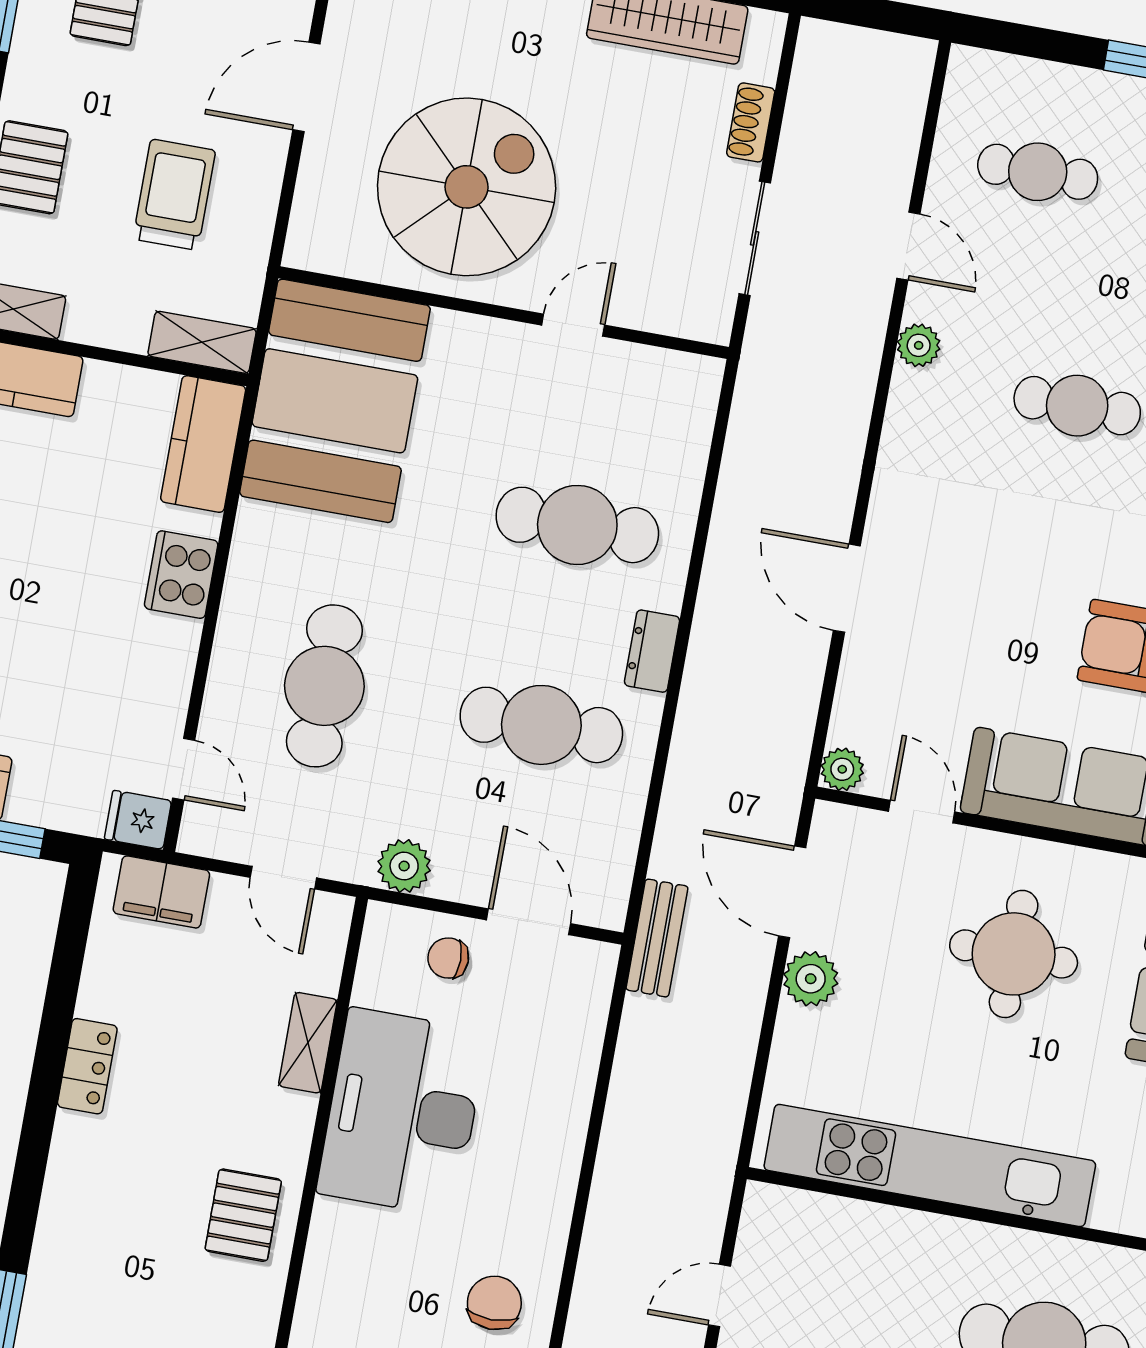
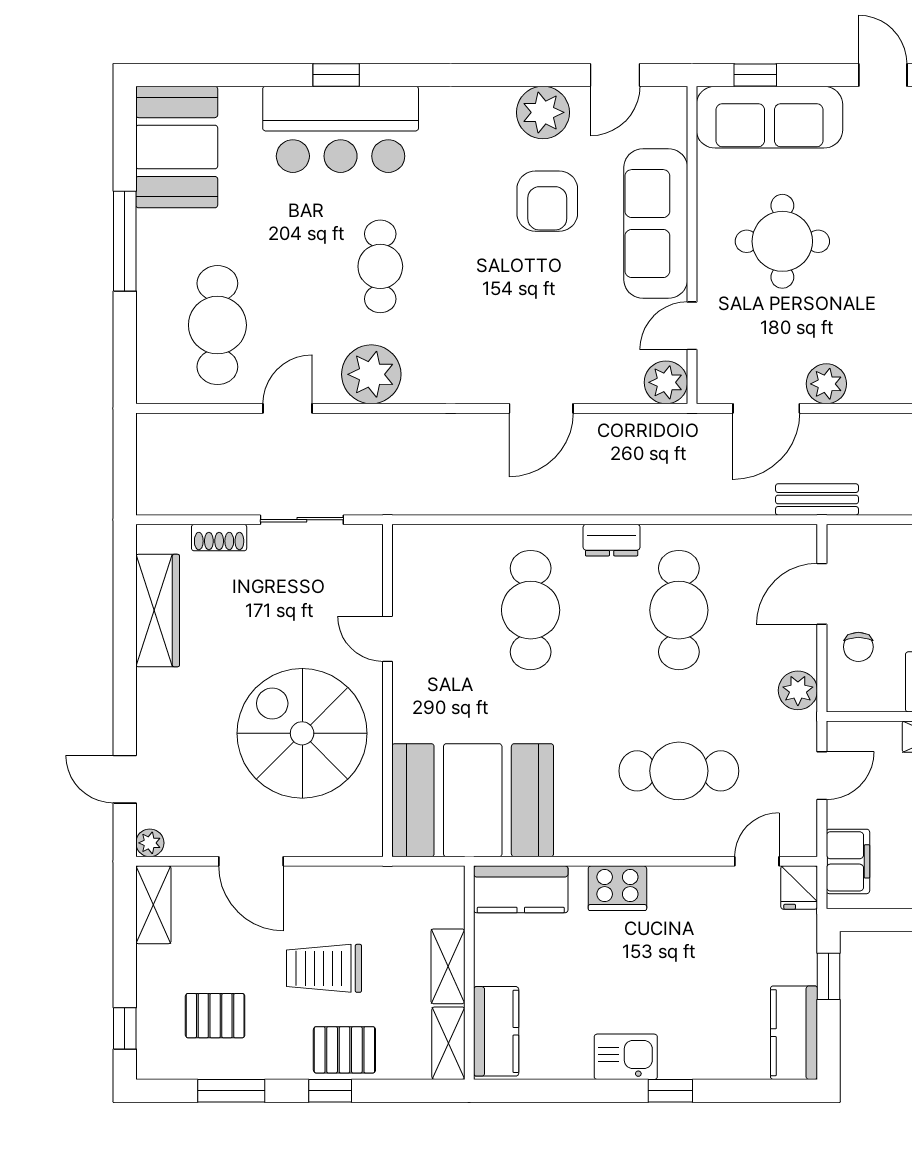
cafe table: (1038, 172) -> (217, 325), width x1.37, depth x1.35
trolley: (174, 195) -> (324, 968), moved
shelving: (202, 342) -> (448, 966), moved
plant: (919, 345) -> (371, 374), width x1.88, depth x1.88
plant: (842, 769) -> (666, 382), width x1.38, depth x1.38

